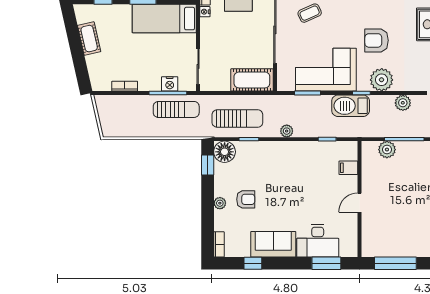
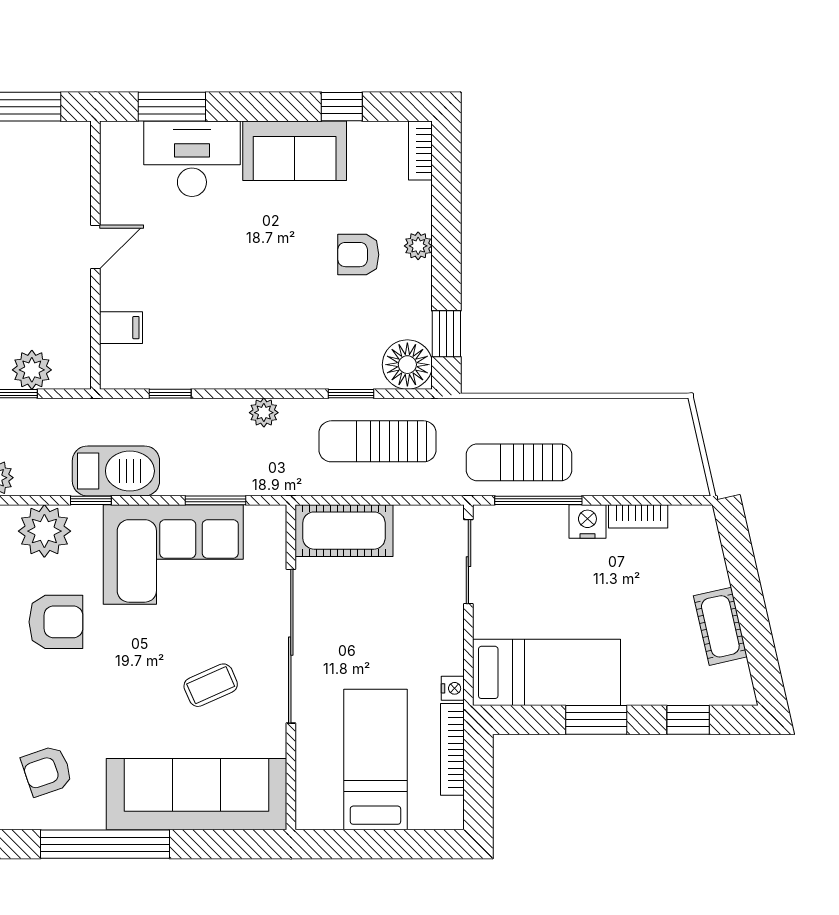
nightstand: (170, 84) -> (587, 522), moved

